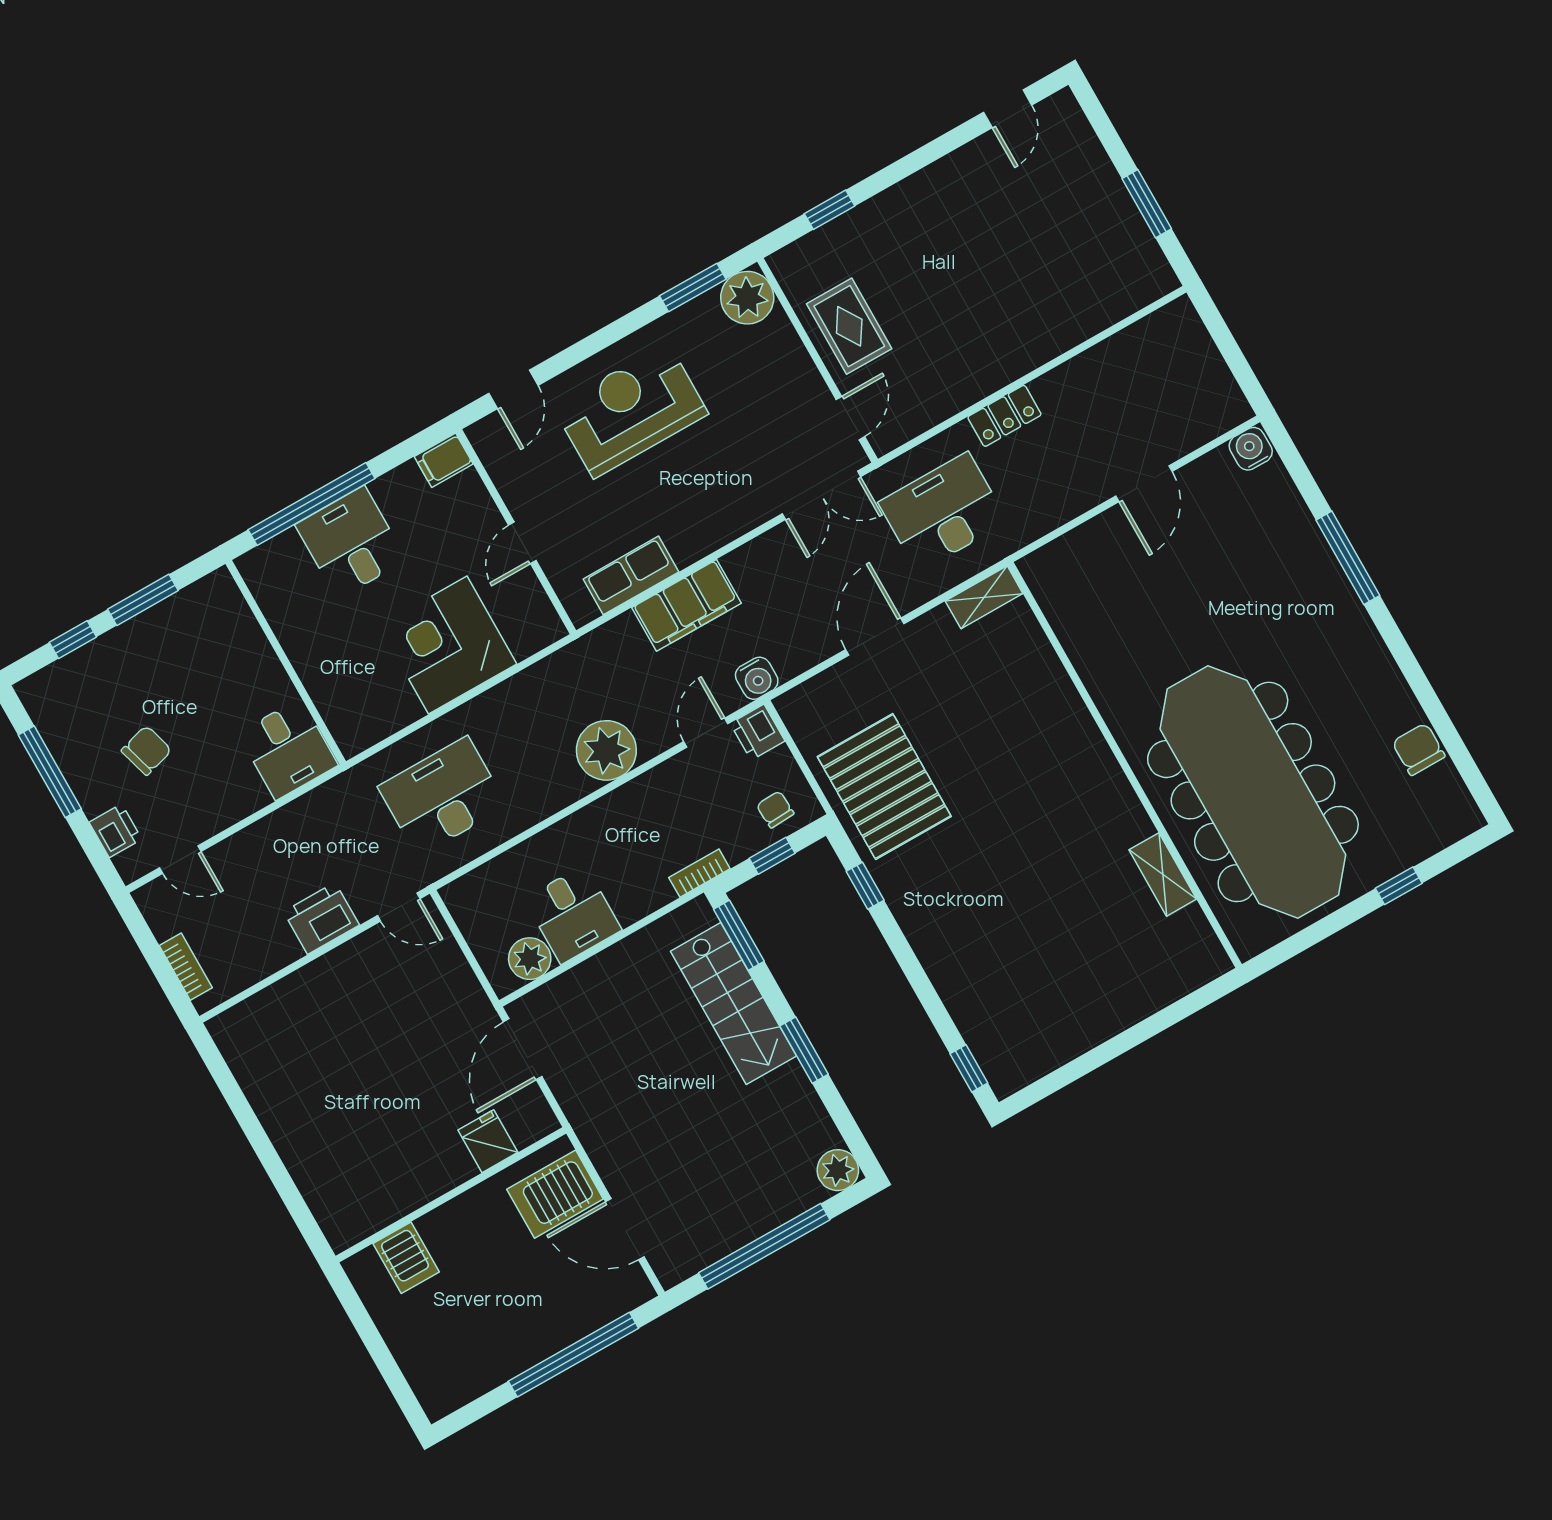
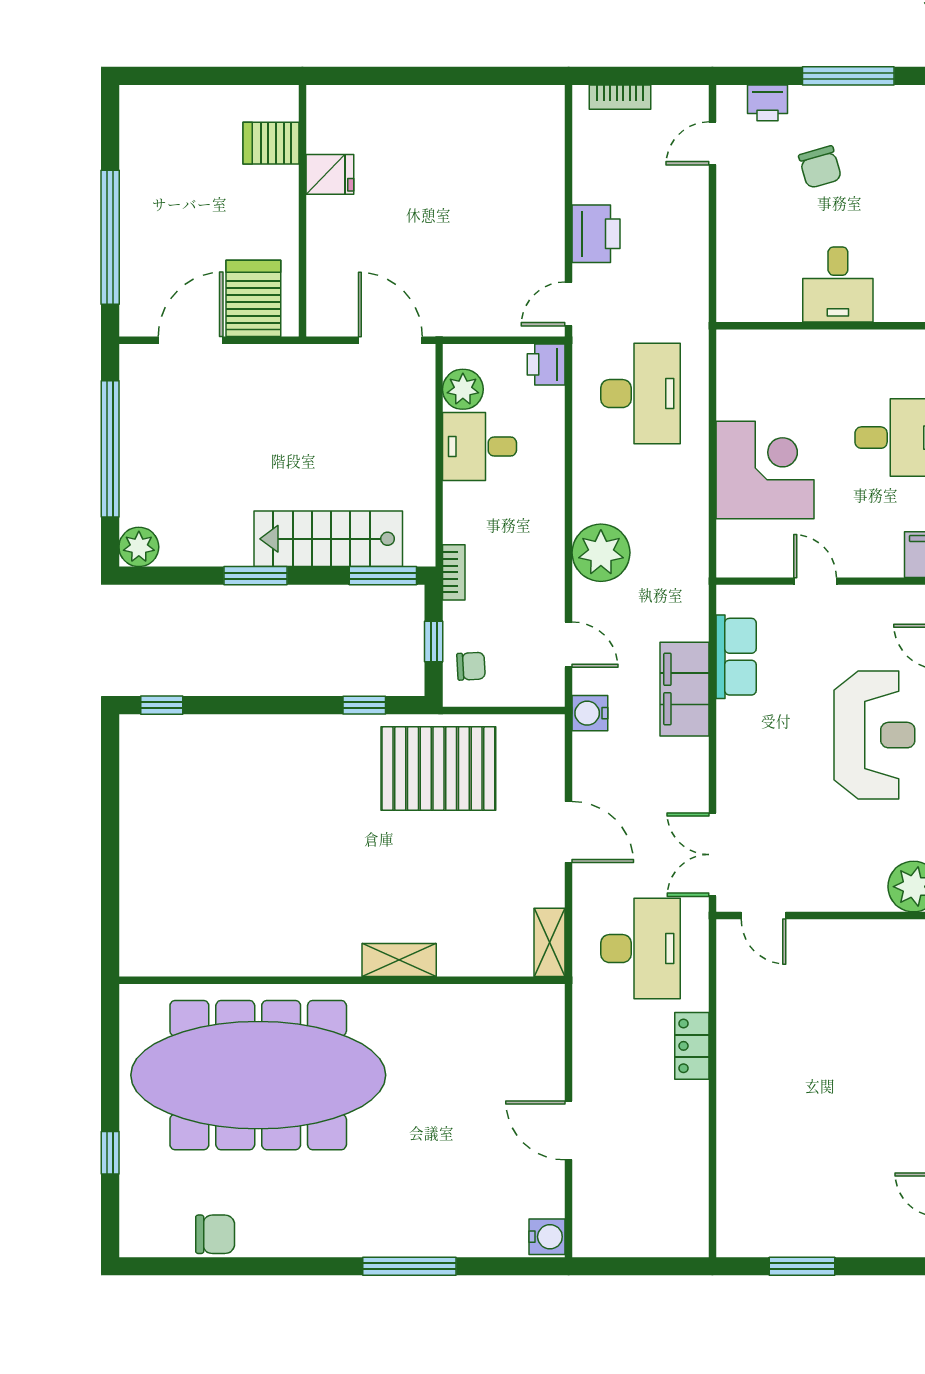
rug: (849, 326) -> (841, 958), removed
printer: (758, 732) -> (546, 364), moved, turned -90
desk: (288, 749) -> (838, 284), moved, turned -90
shelving: (1163, 874) -> (399, 960), moved
fridge: (488, 1141) -> (330, 174), moved

